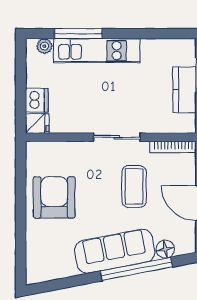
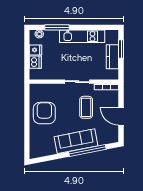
kitchen unit: (97, 51) -> (82, 36), moved
fridge: (37, 124) -> (35, 50), moved
floor lamp: (165, 249) -> (102, 140), removed

